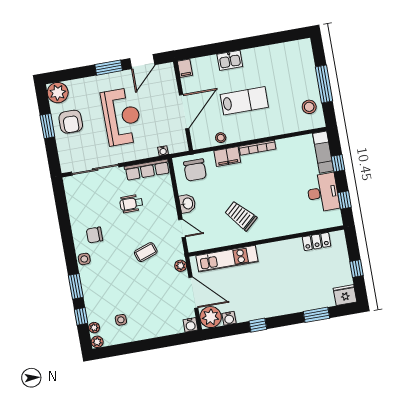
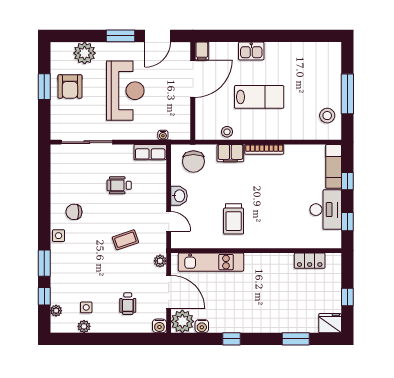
plant: (58, 93) -> (85, 53), moved
door: (184, 112) -> (193, 79), moved
row of seats: (147, 170) -> (150, 152), width x0.68
trolley: (241, 216) -> (234, 219), turned -138
wheelchair: (158, 310) -> (128, 304), added
plant: (97, 342) -> (84, 326), moved

